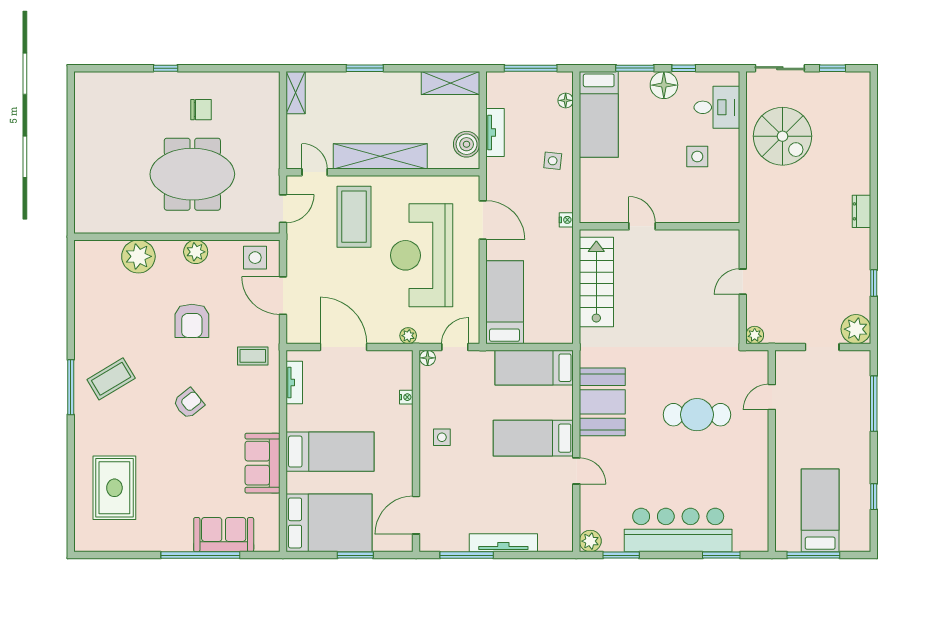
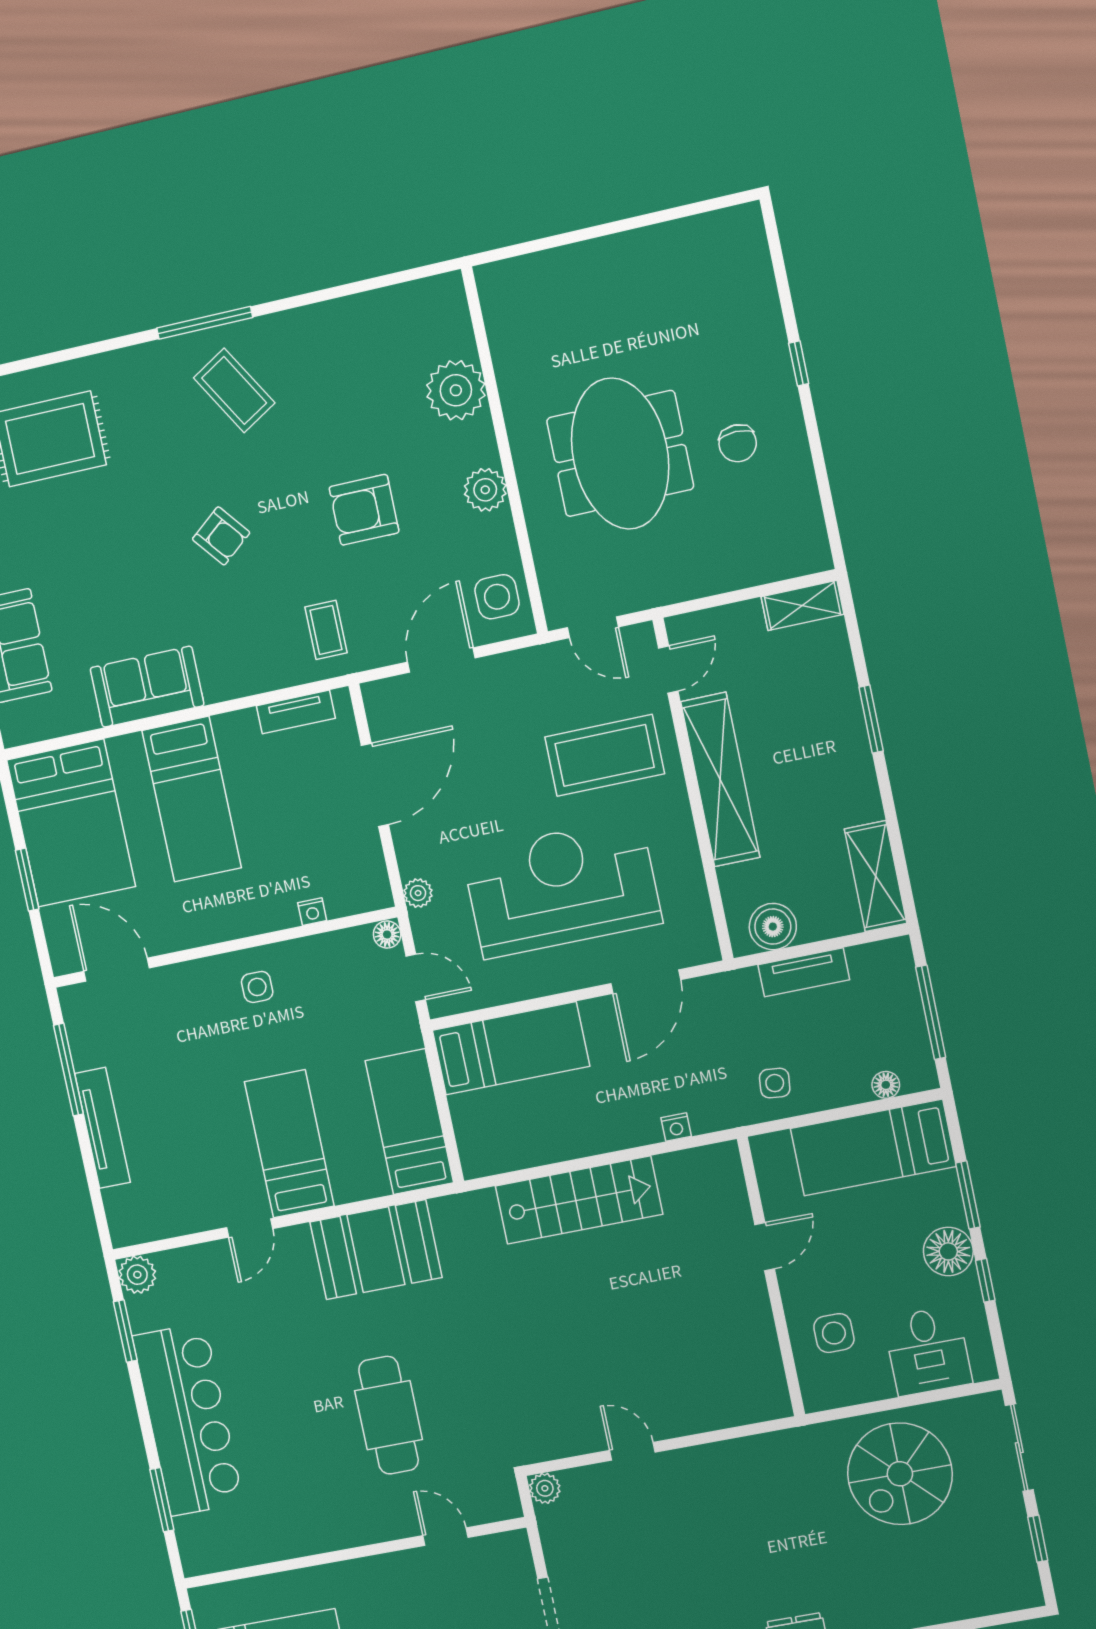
door: (642, 226) -> (765, 1247), moved
wall: (659, 226) -> (771, 1277), moved

